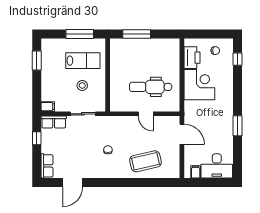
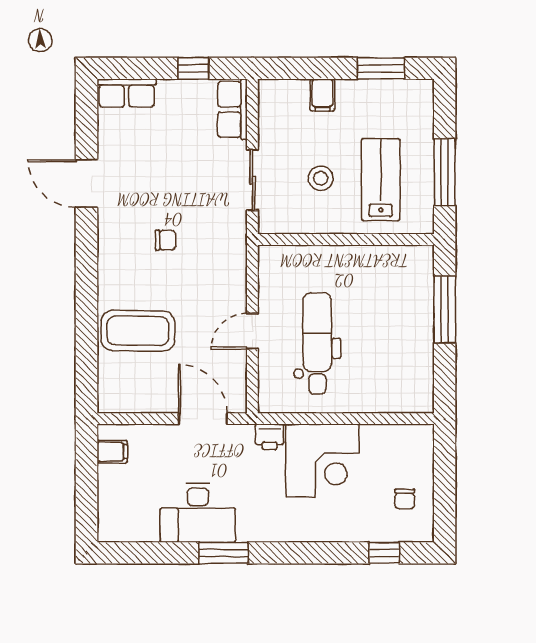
printer: (192, 58) -> (270, 437), moved, width x0.53, depth x0.68
lab bench: (83, 61) -> (381, 180), turned 180
filing cabinet: (48, 107) -> (322, 95), moved
door: (182, 134) -> (203, 419), swing flipped
coffee table: (145, 161) -> (138, 331), turned -76
desk: (217, 166) -> (198, 513), moved, turned -90
door: (72, 183) -> (86, 184), moved

